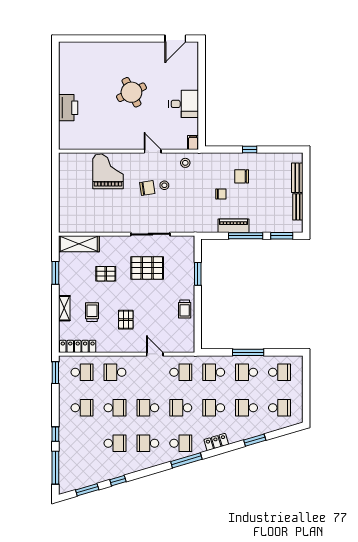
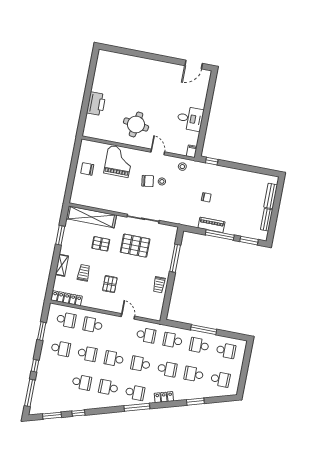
round table: (131, 92) -> (136, 124), moved, turned 35
window: (250, 150) -> (212, 161), moved
chair: (242, 176) -> (87, 169), moved
shelving: (79, 244) -> (91, 217), width x1.47
window: (198, 274) -> (175, 258), width x1.44
window: (55, 373) -> (42, 331), moved
school desk: (214, 408) -> (167, 369), turned 180

